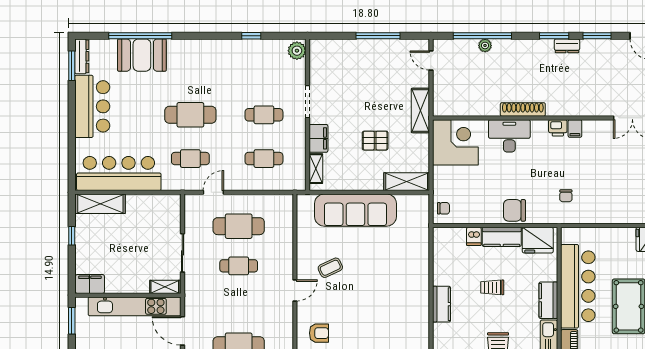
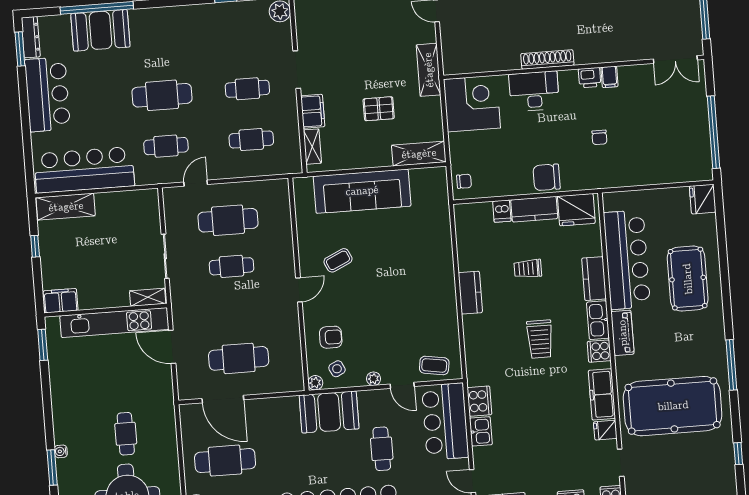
chair: (566, 196) -> (599, 137), moved

